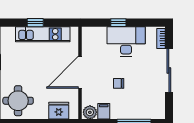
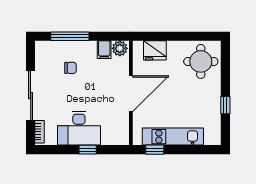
window: (35, 23) -> (155, 150), moved
chair: (119, 83) -> (70, 68), moved

